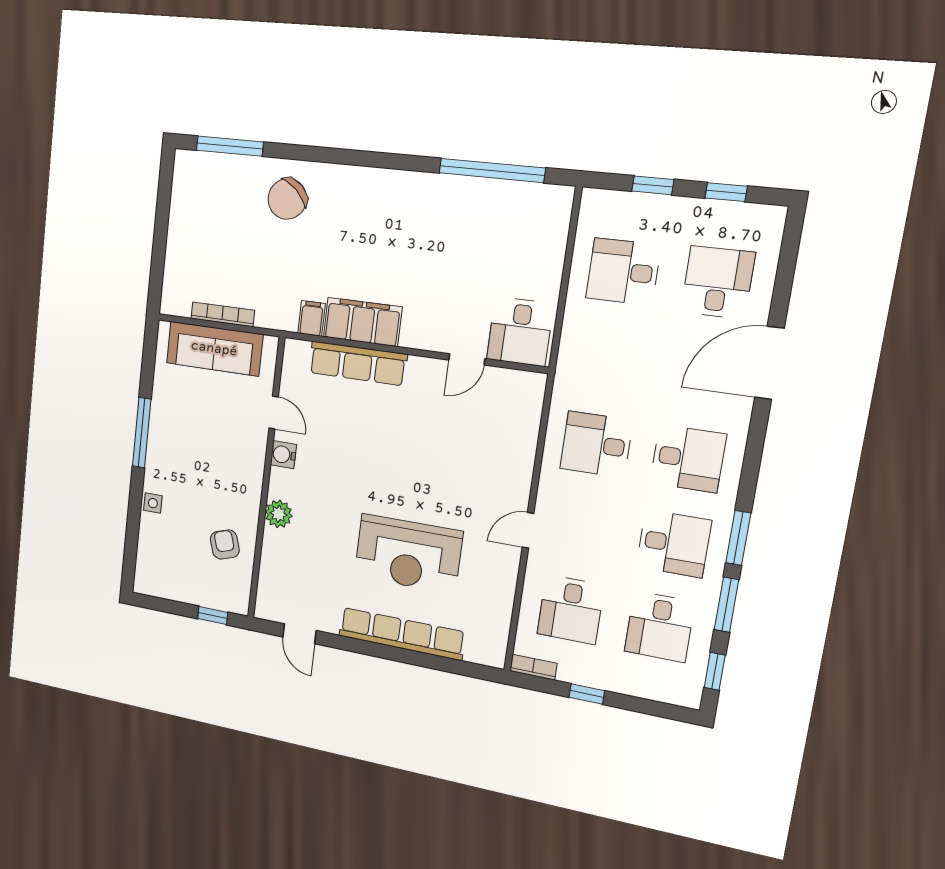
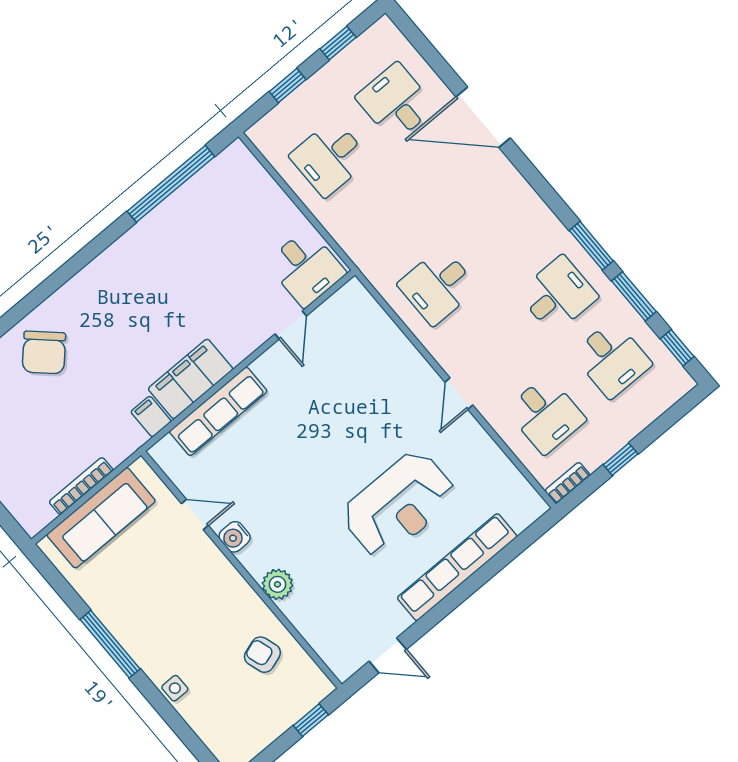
door: (769, 363) -> (483, 117), hinge flipped
desk: (688, 458) -> (504, 231), removed

